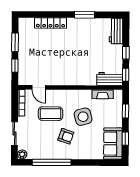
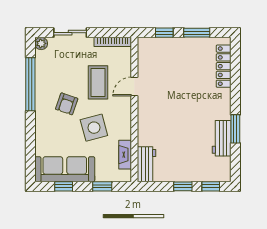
locker: (50, 23) -> (224, 66), moved
workbench: (116, 31) -> (222, 138), moved, turned -90
window: (126, 75) -> (211, 186), moved
door: (39, 87) -> (134, 87), moved
sofa: (113, 144) -> (65, 169), width x1.36

